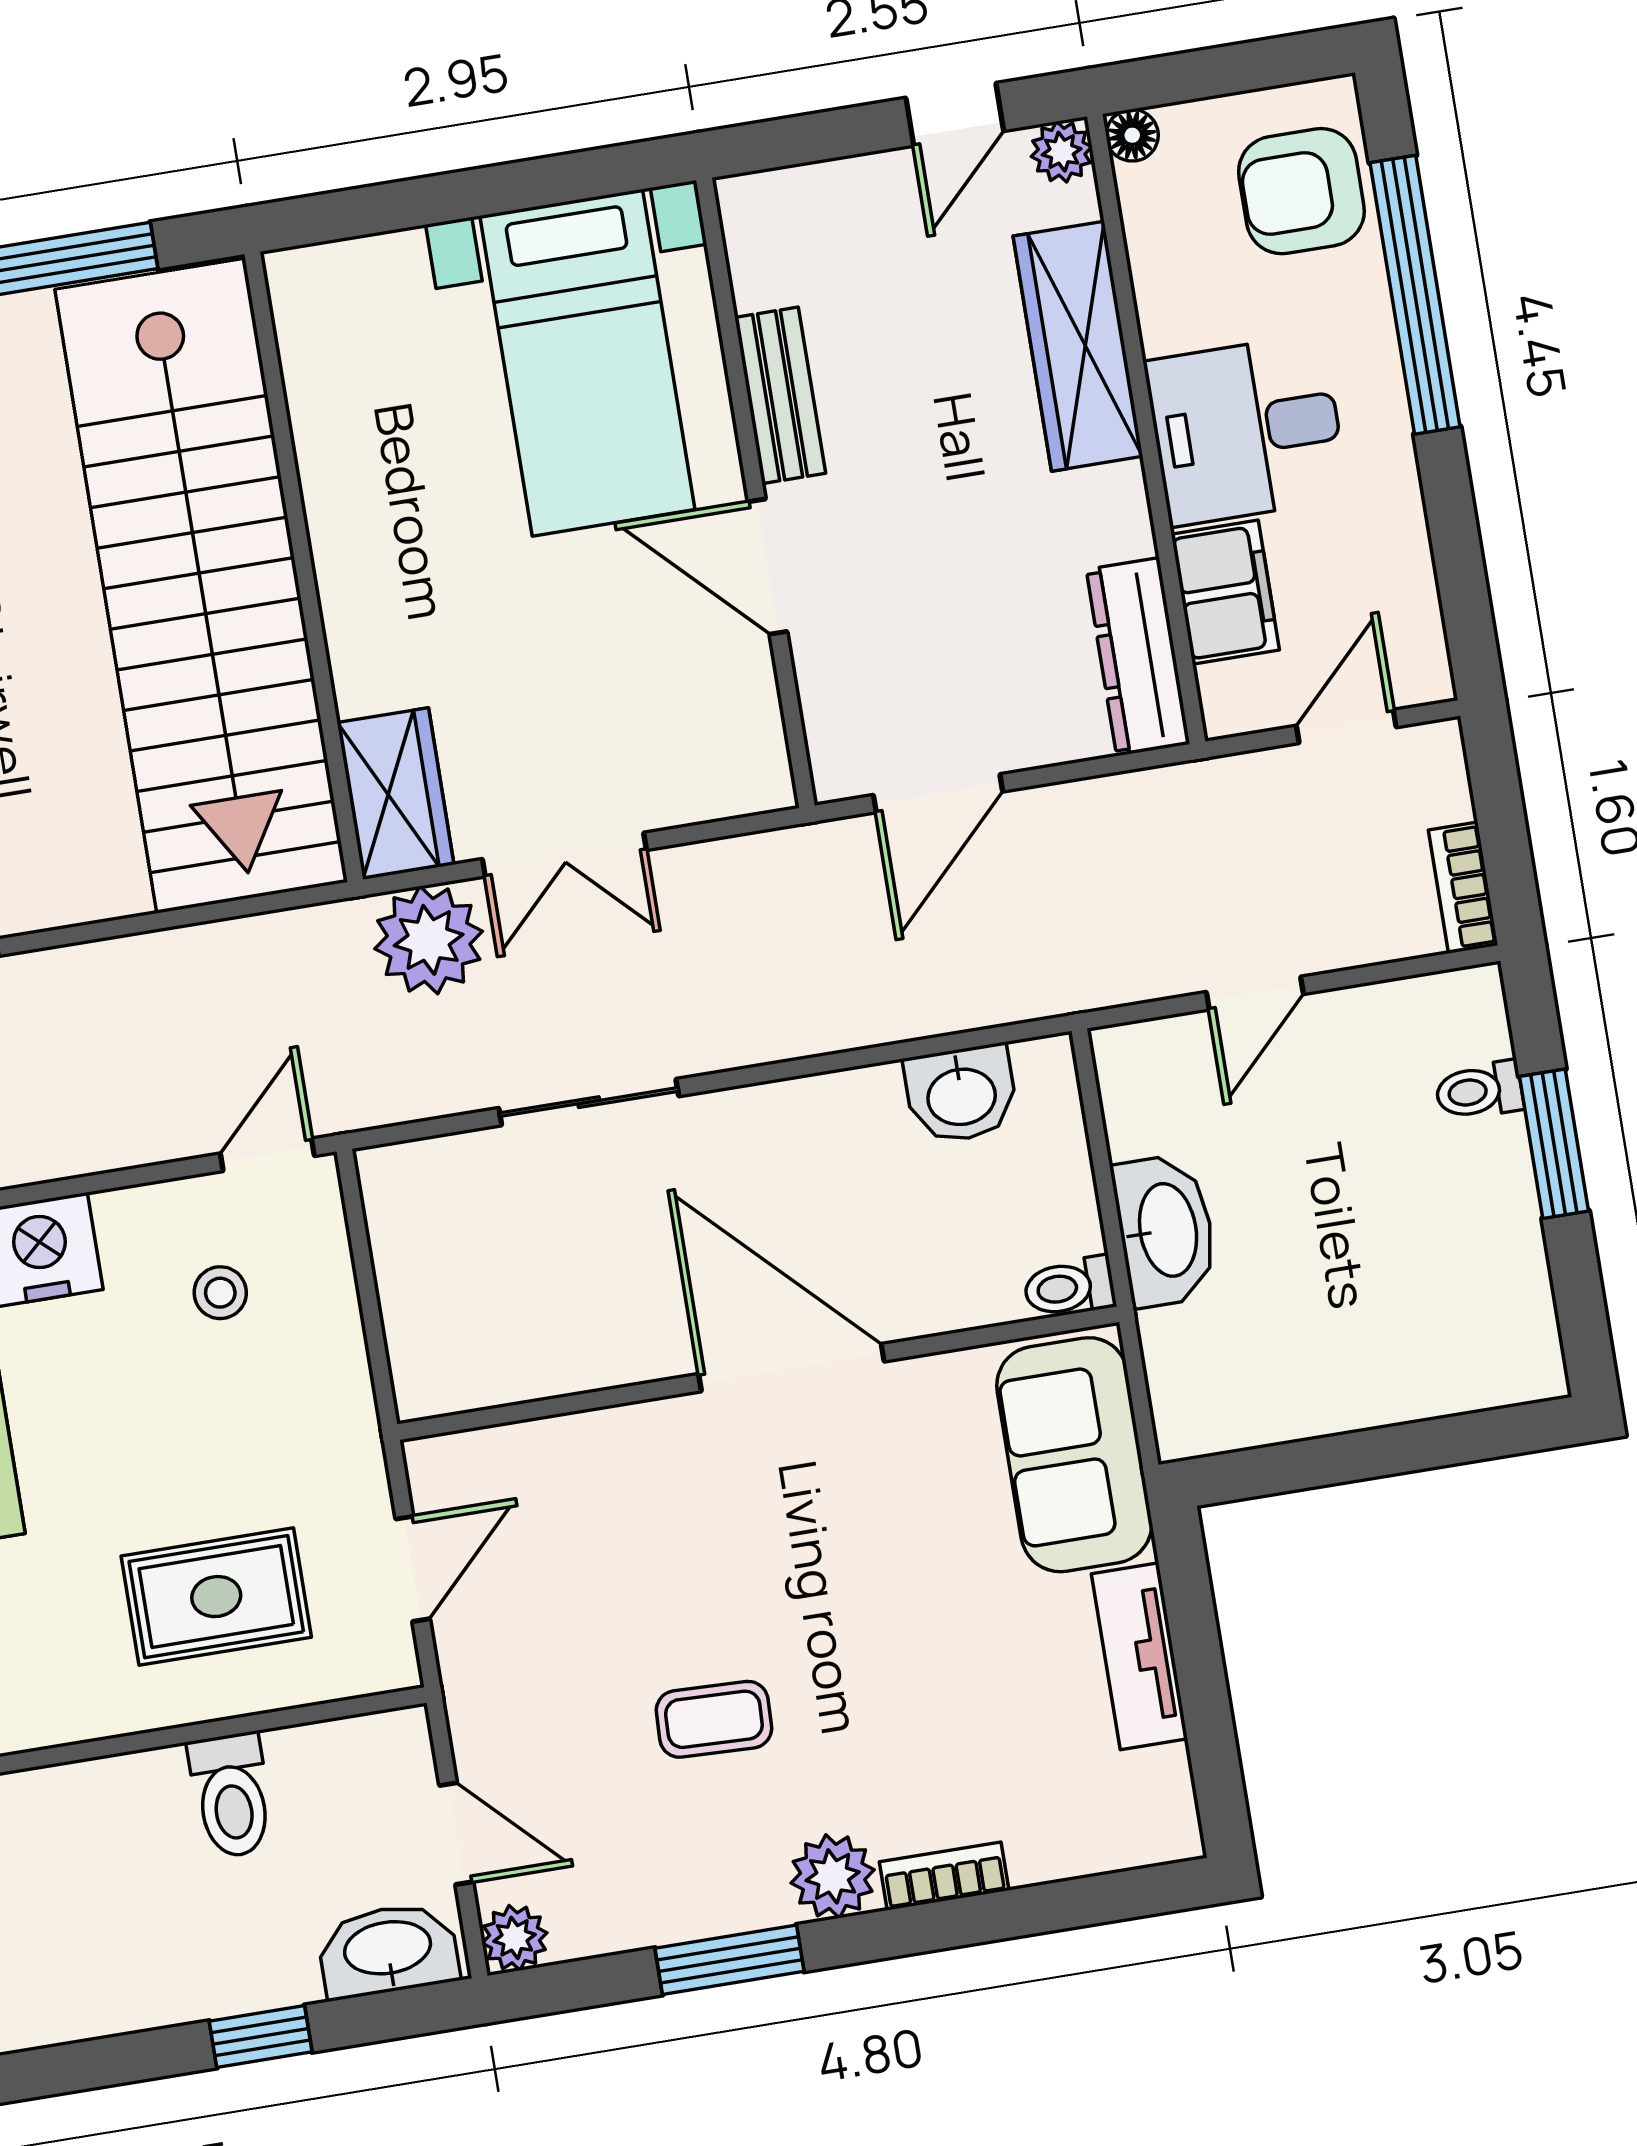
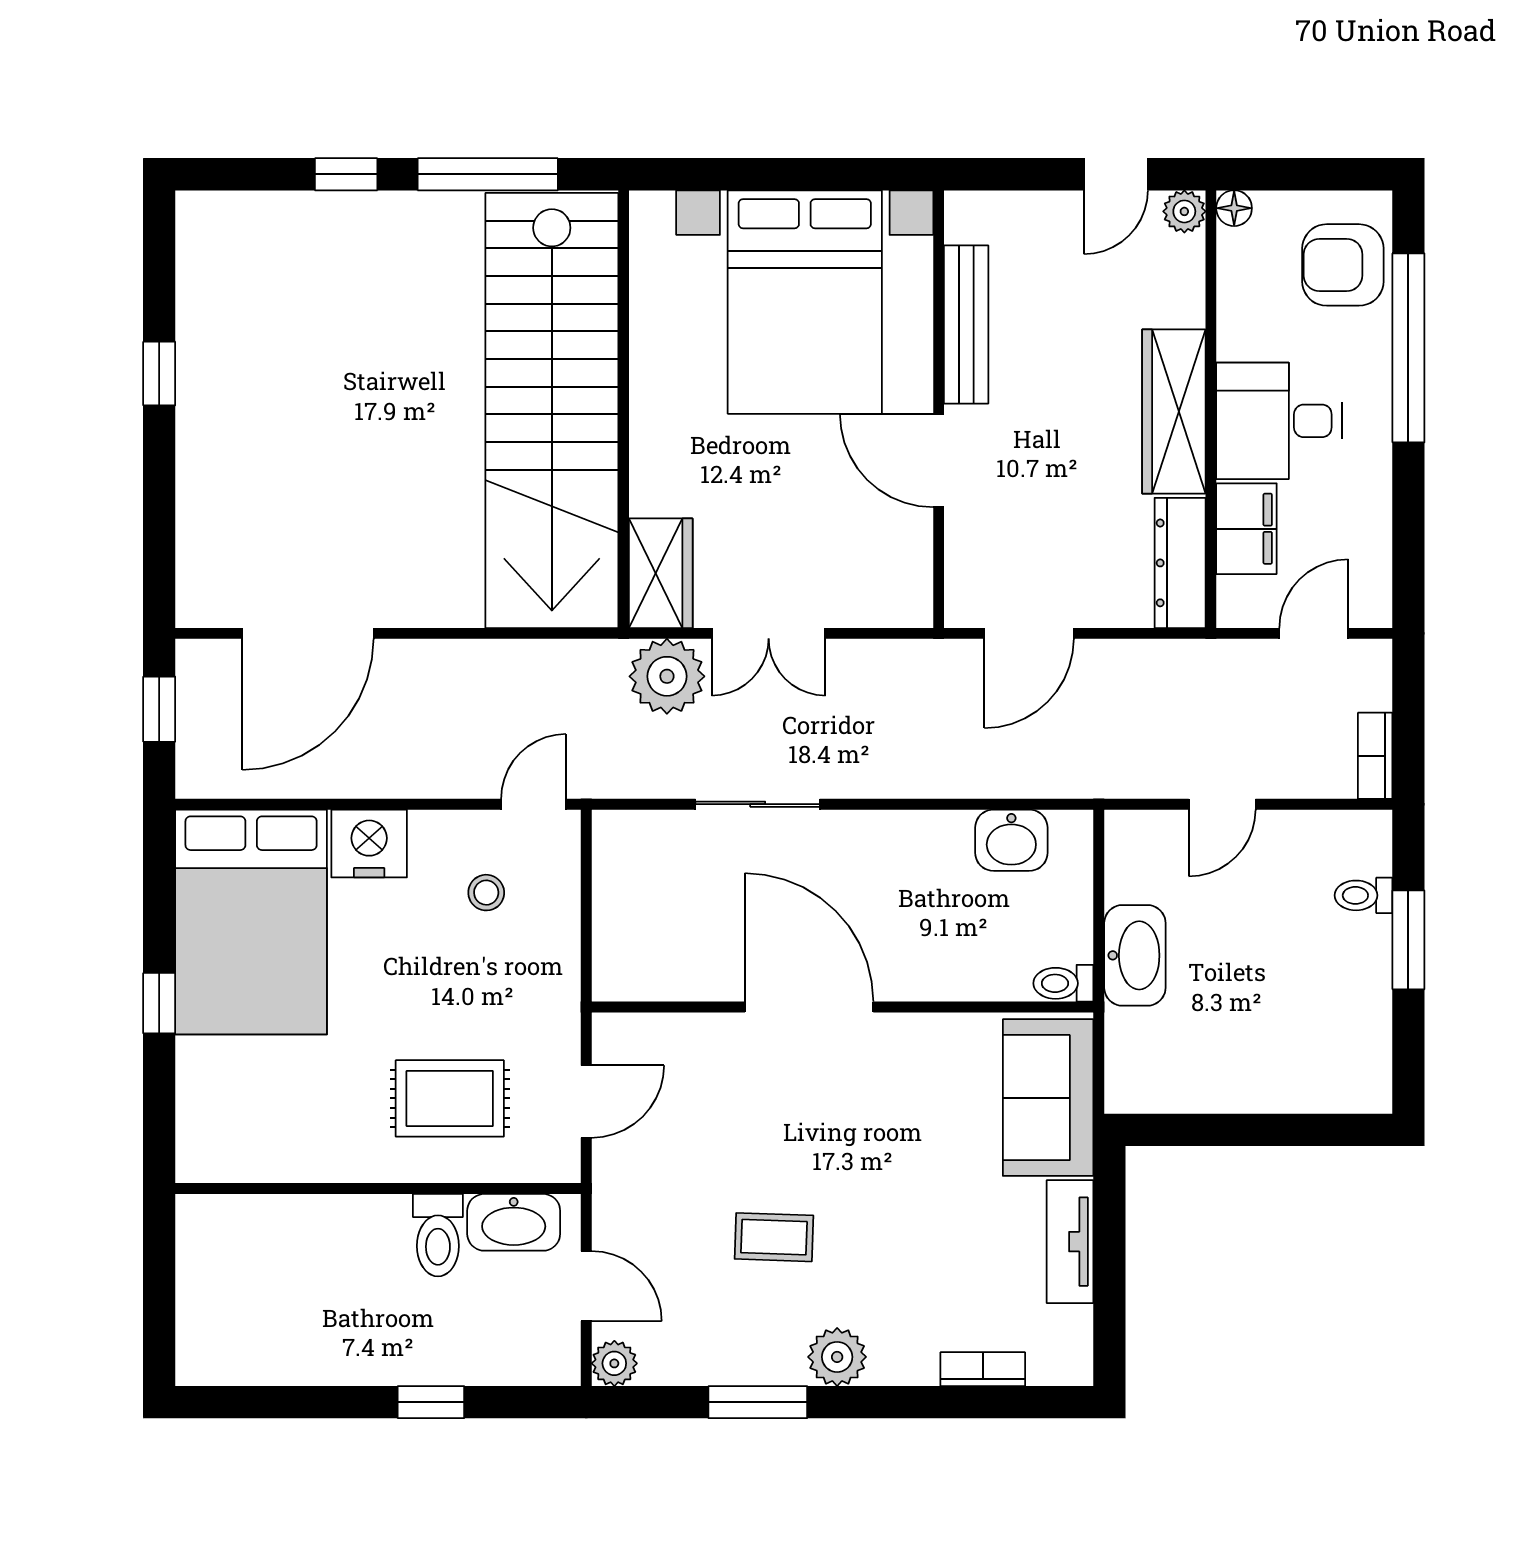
wardrobe: (1078, 346) -> (1174, 411), moved
bed with nightstands: (587, 363) -> (805, 302), width x1.36
bench: (780, 395) -> (966, 324), width x1.36
door: (791, 1368) -> (809, 1007), moved
bookcase: (944, 1876) -> (983, 1369), moved
washbasin: (388, 1950) -> (514, 1222), moved, turned 180

